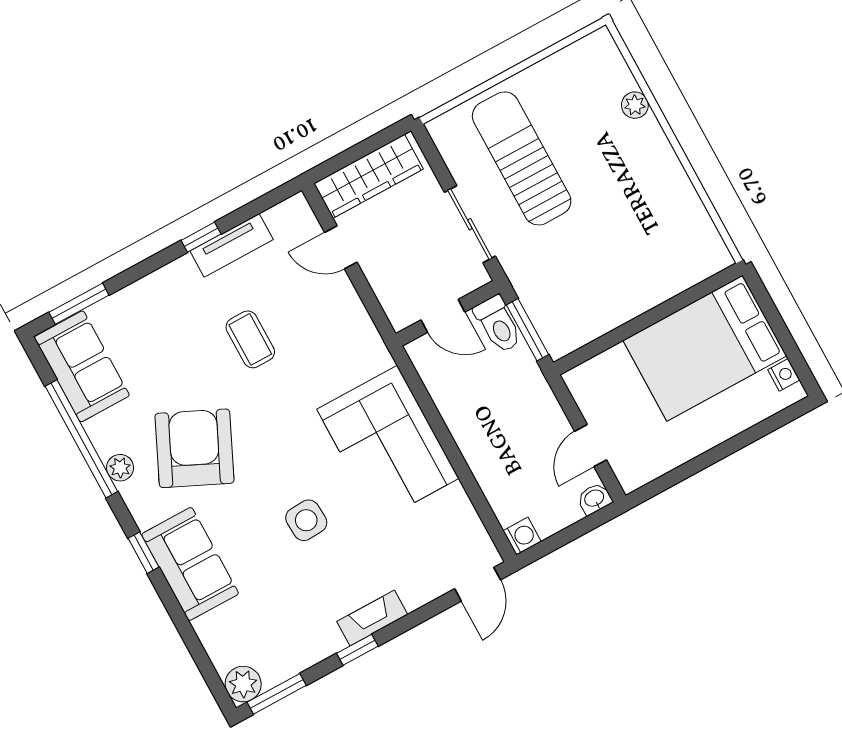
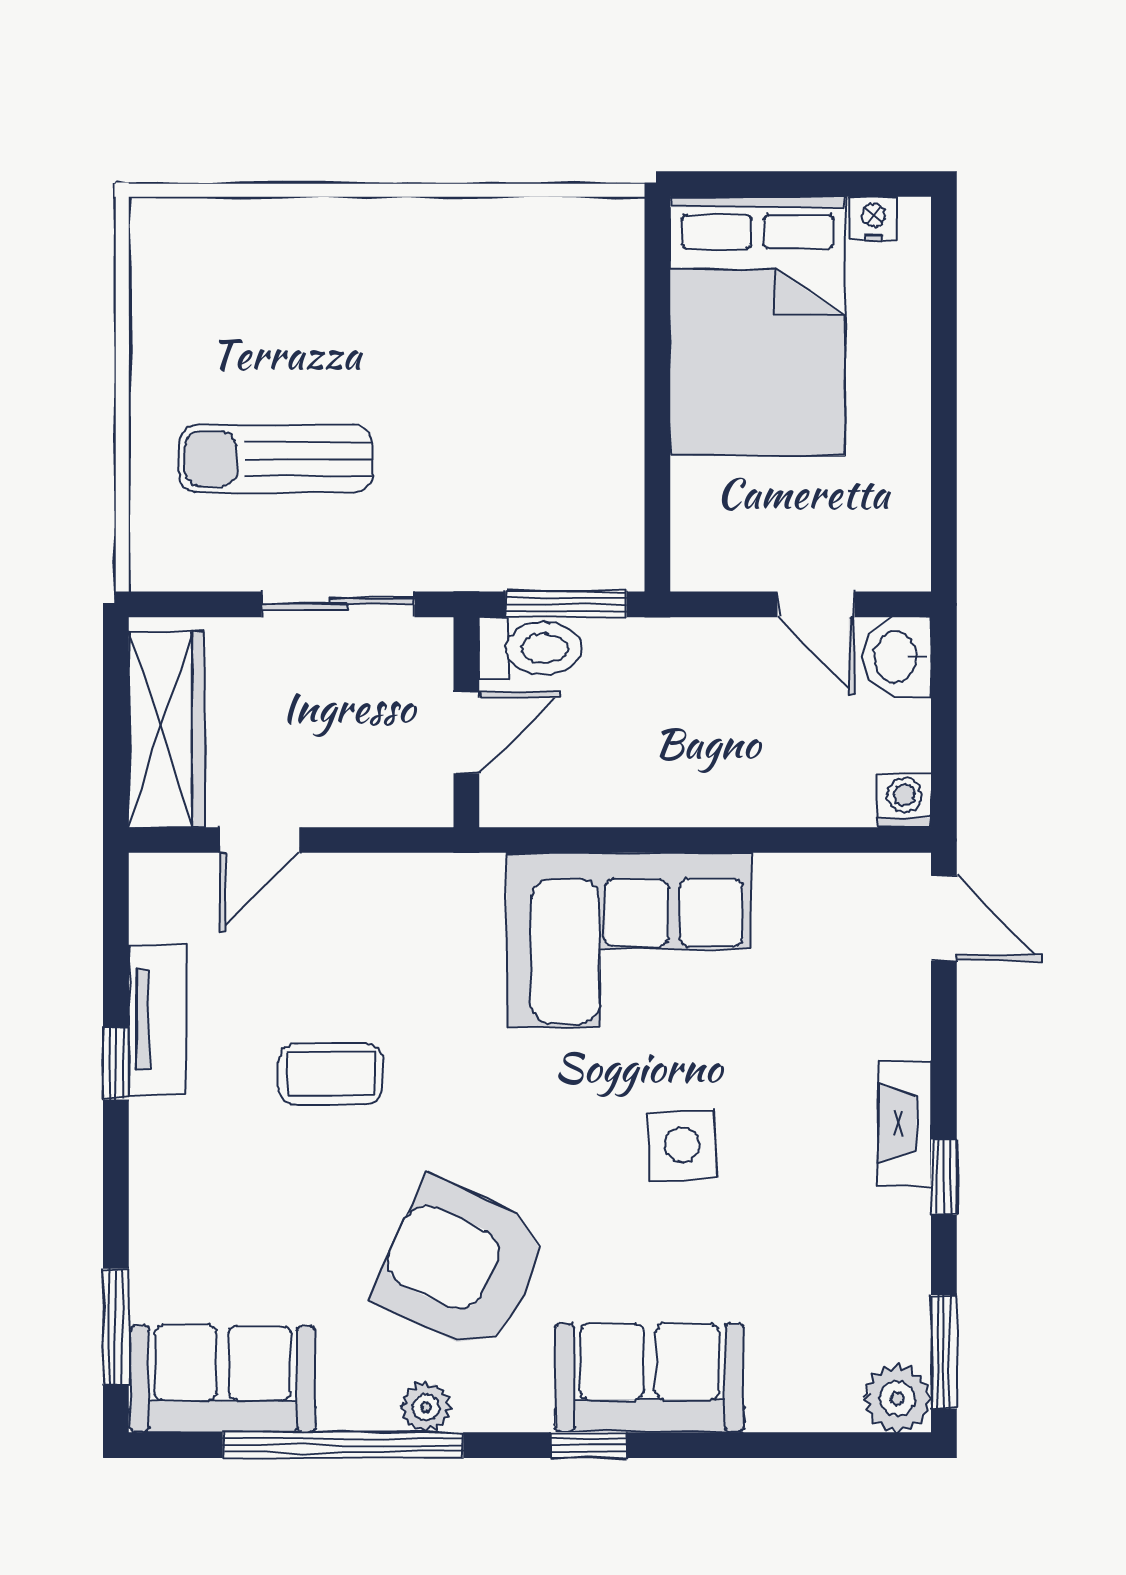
plant: (635, 105) -> (290, 222), removed
sun lounger: (522, 158) -> (276, 459), width x0.73, depth x0.75
washbasin: (595, 499) -> (897, 657), width x1.38, depth x1.45

